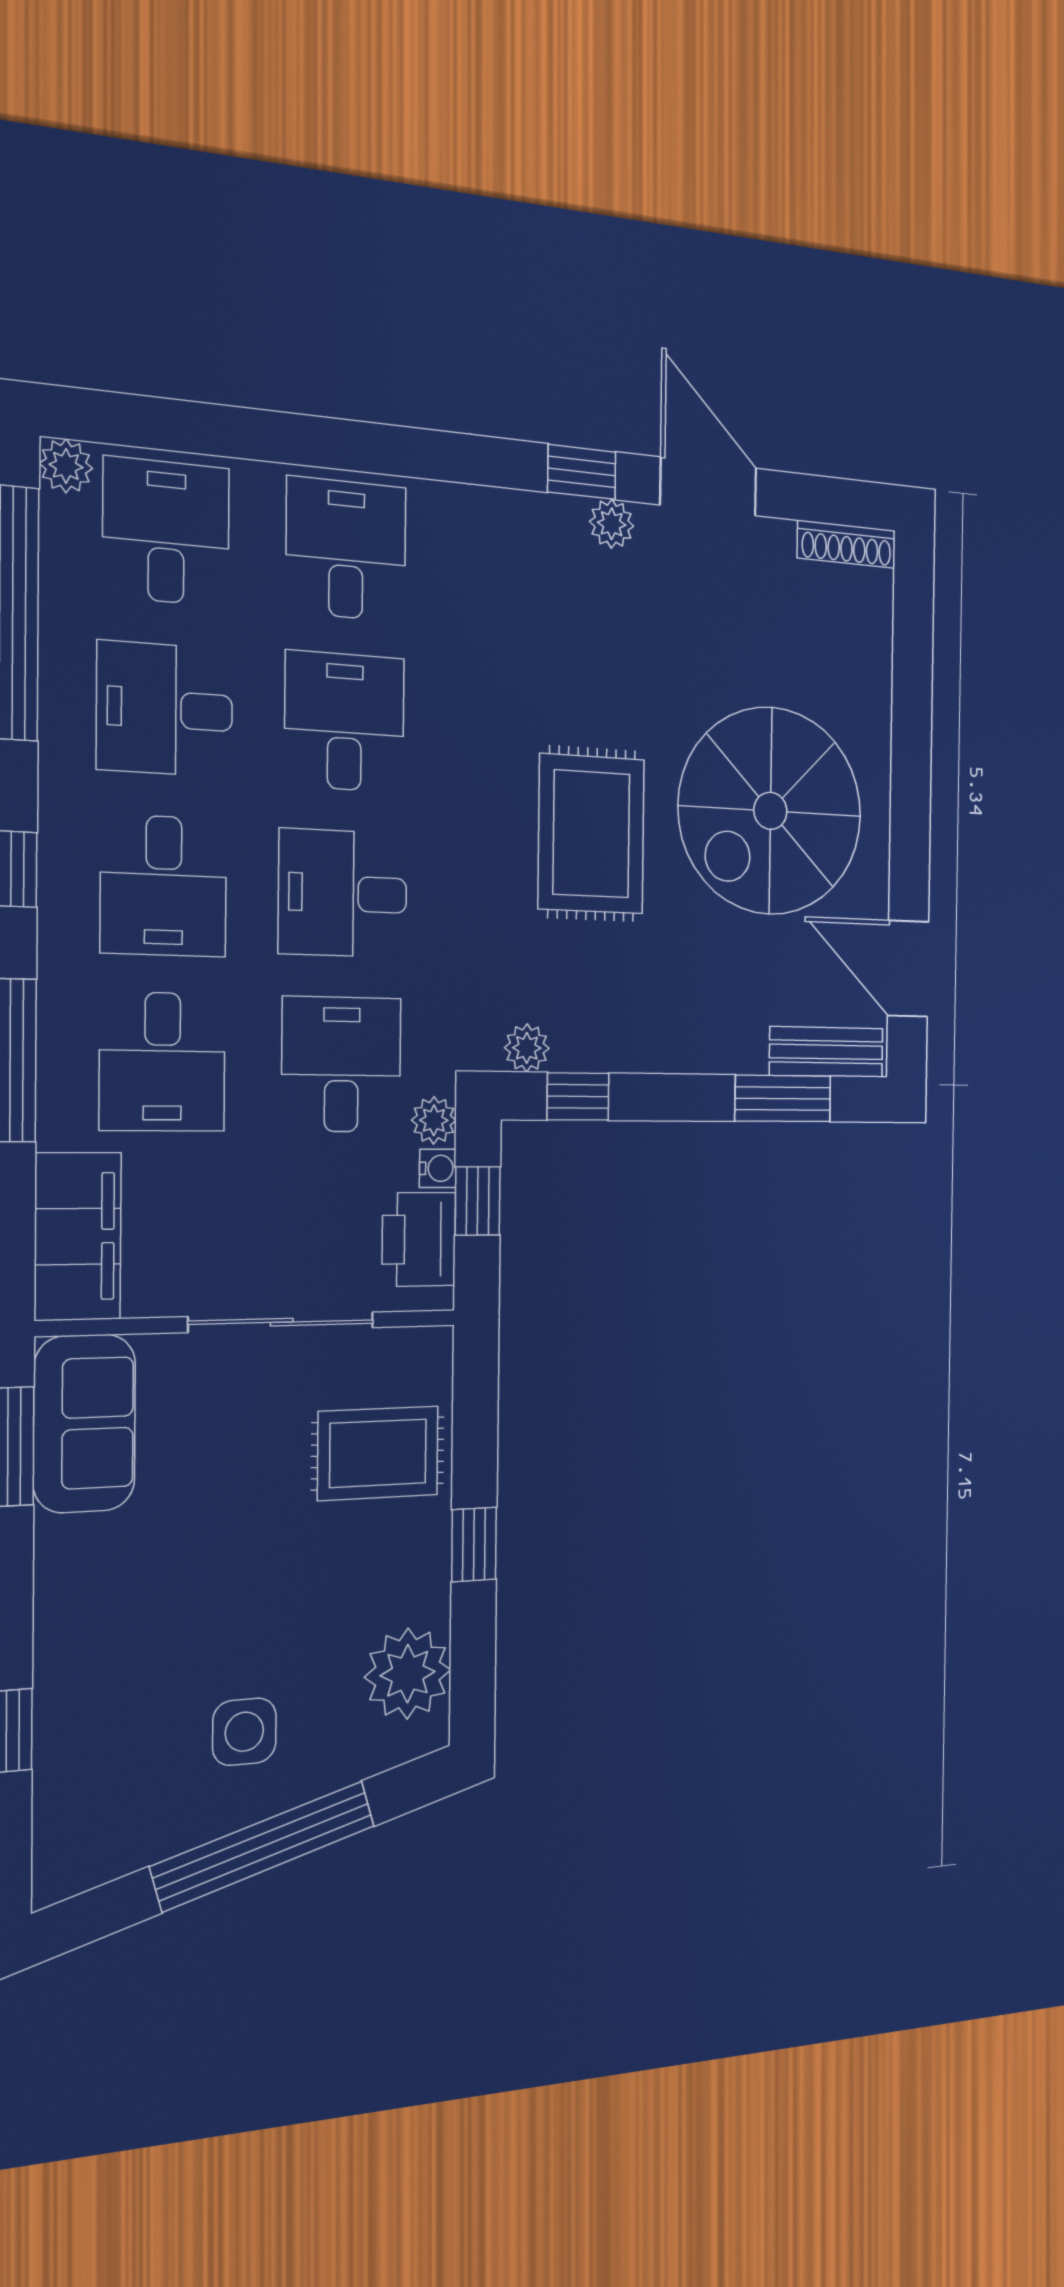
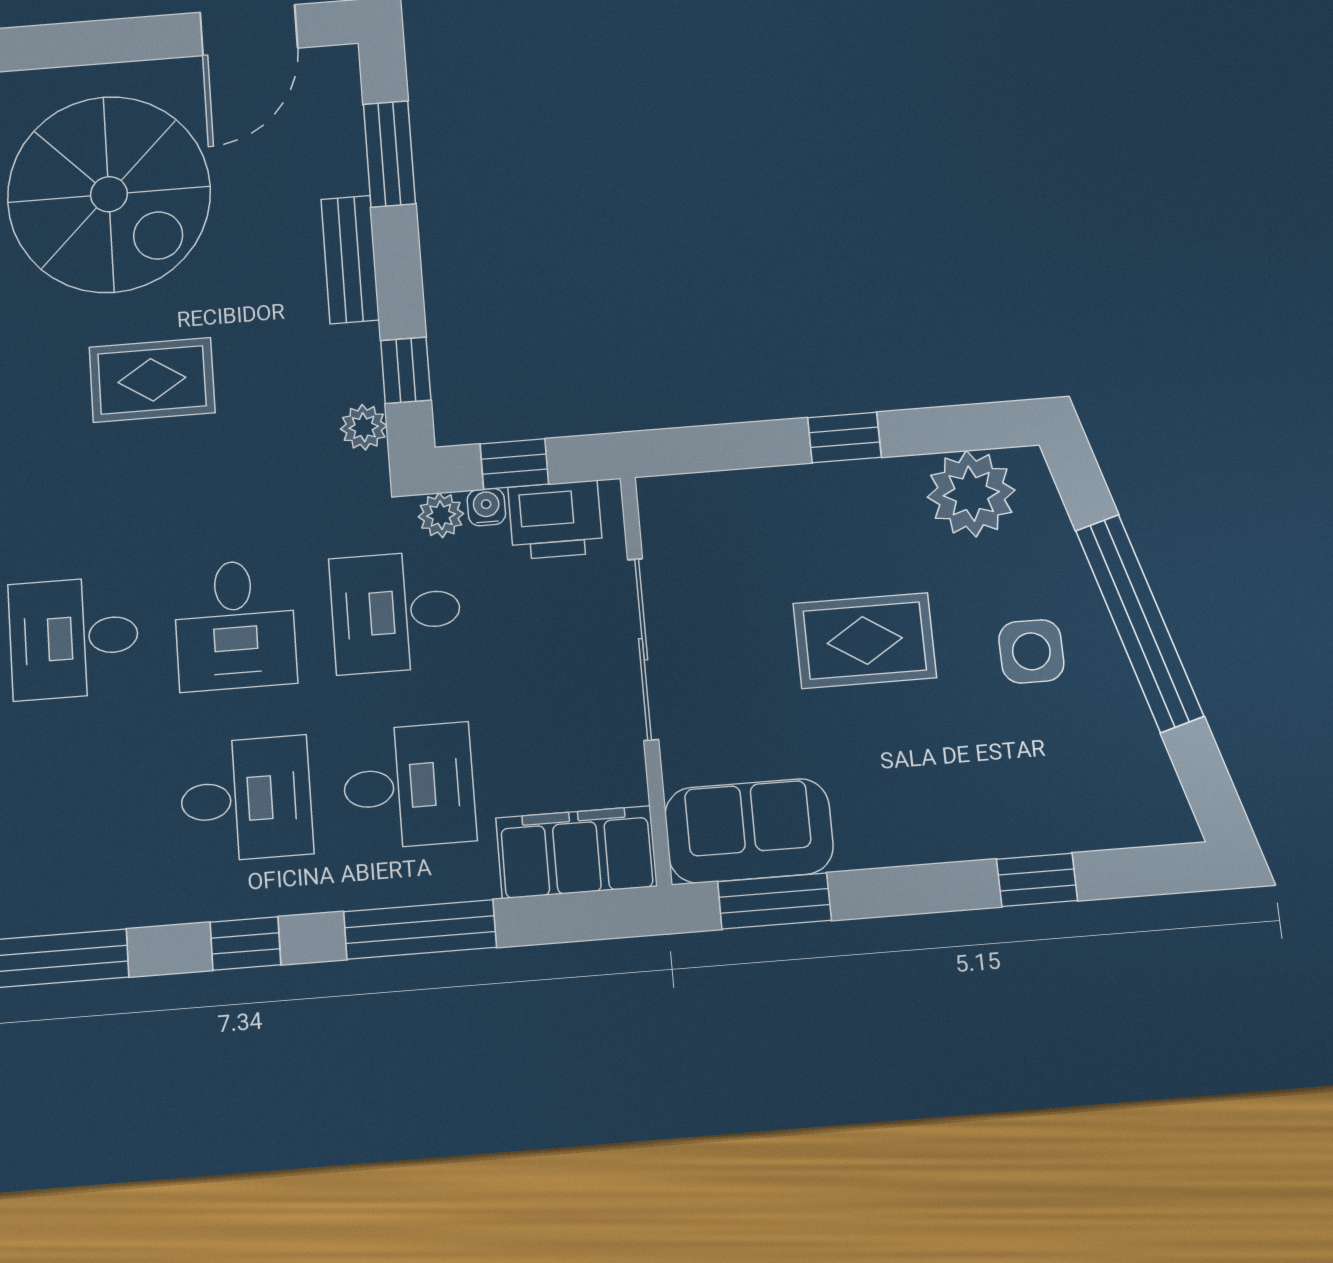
desk: (165, 709) -> (83, 812), removed
rug: (591, 834) -> (152, 380), width x0.73, depth x0.70
bench: (826, 1052) -> (350, 260), moved
rug: (378, 1453) -> (865, 641), moved, turned 90

